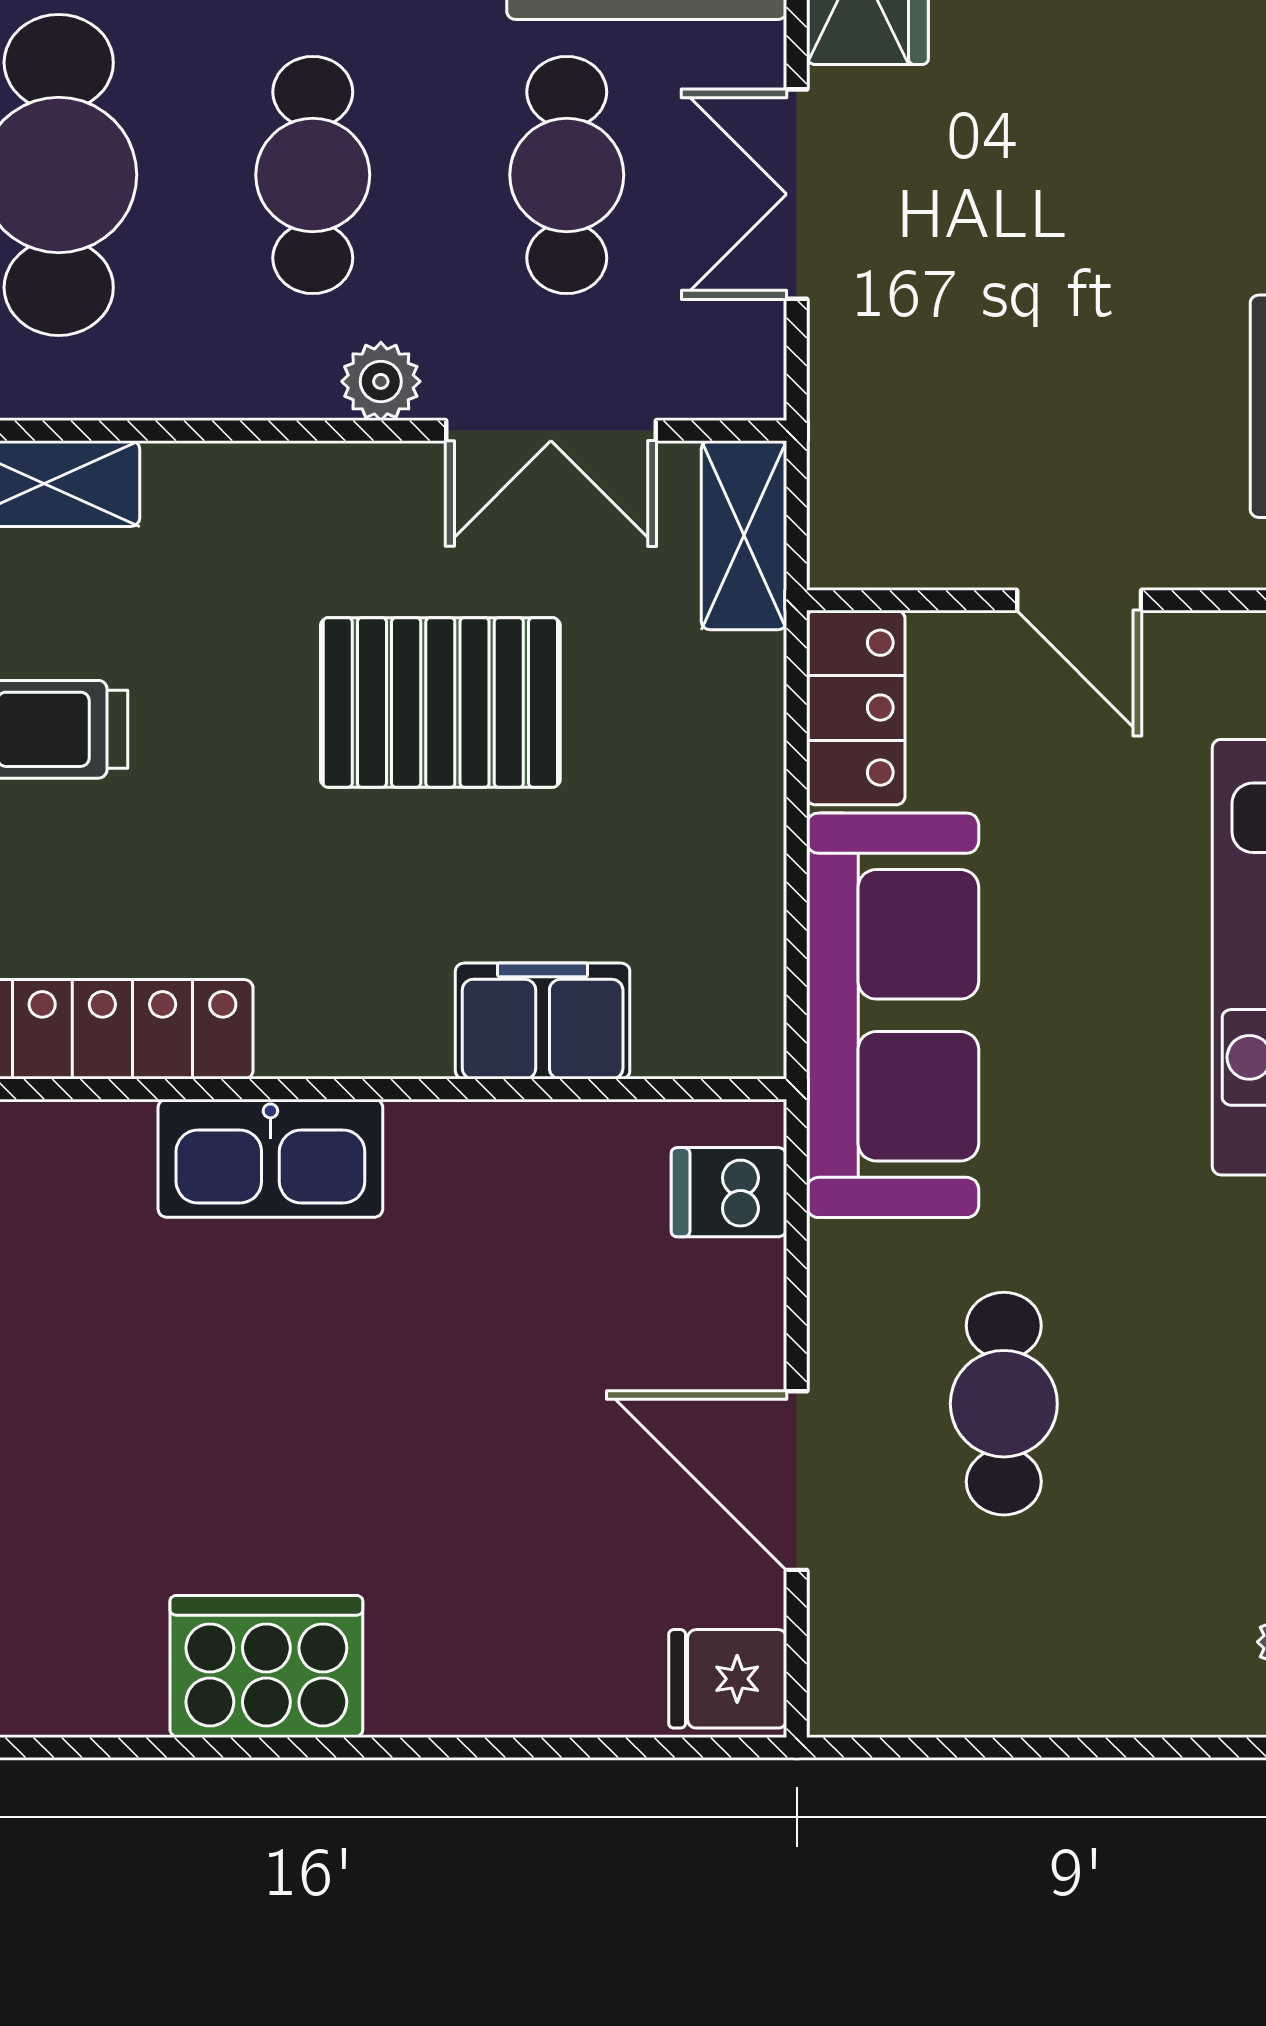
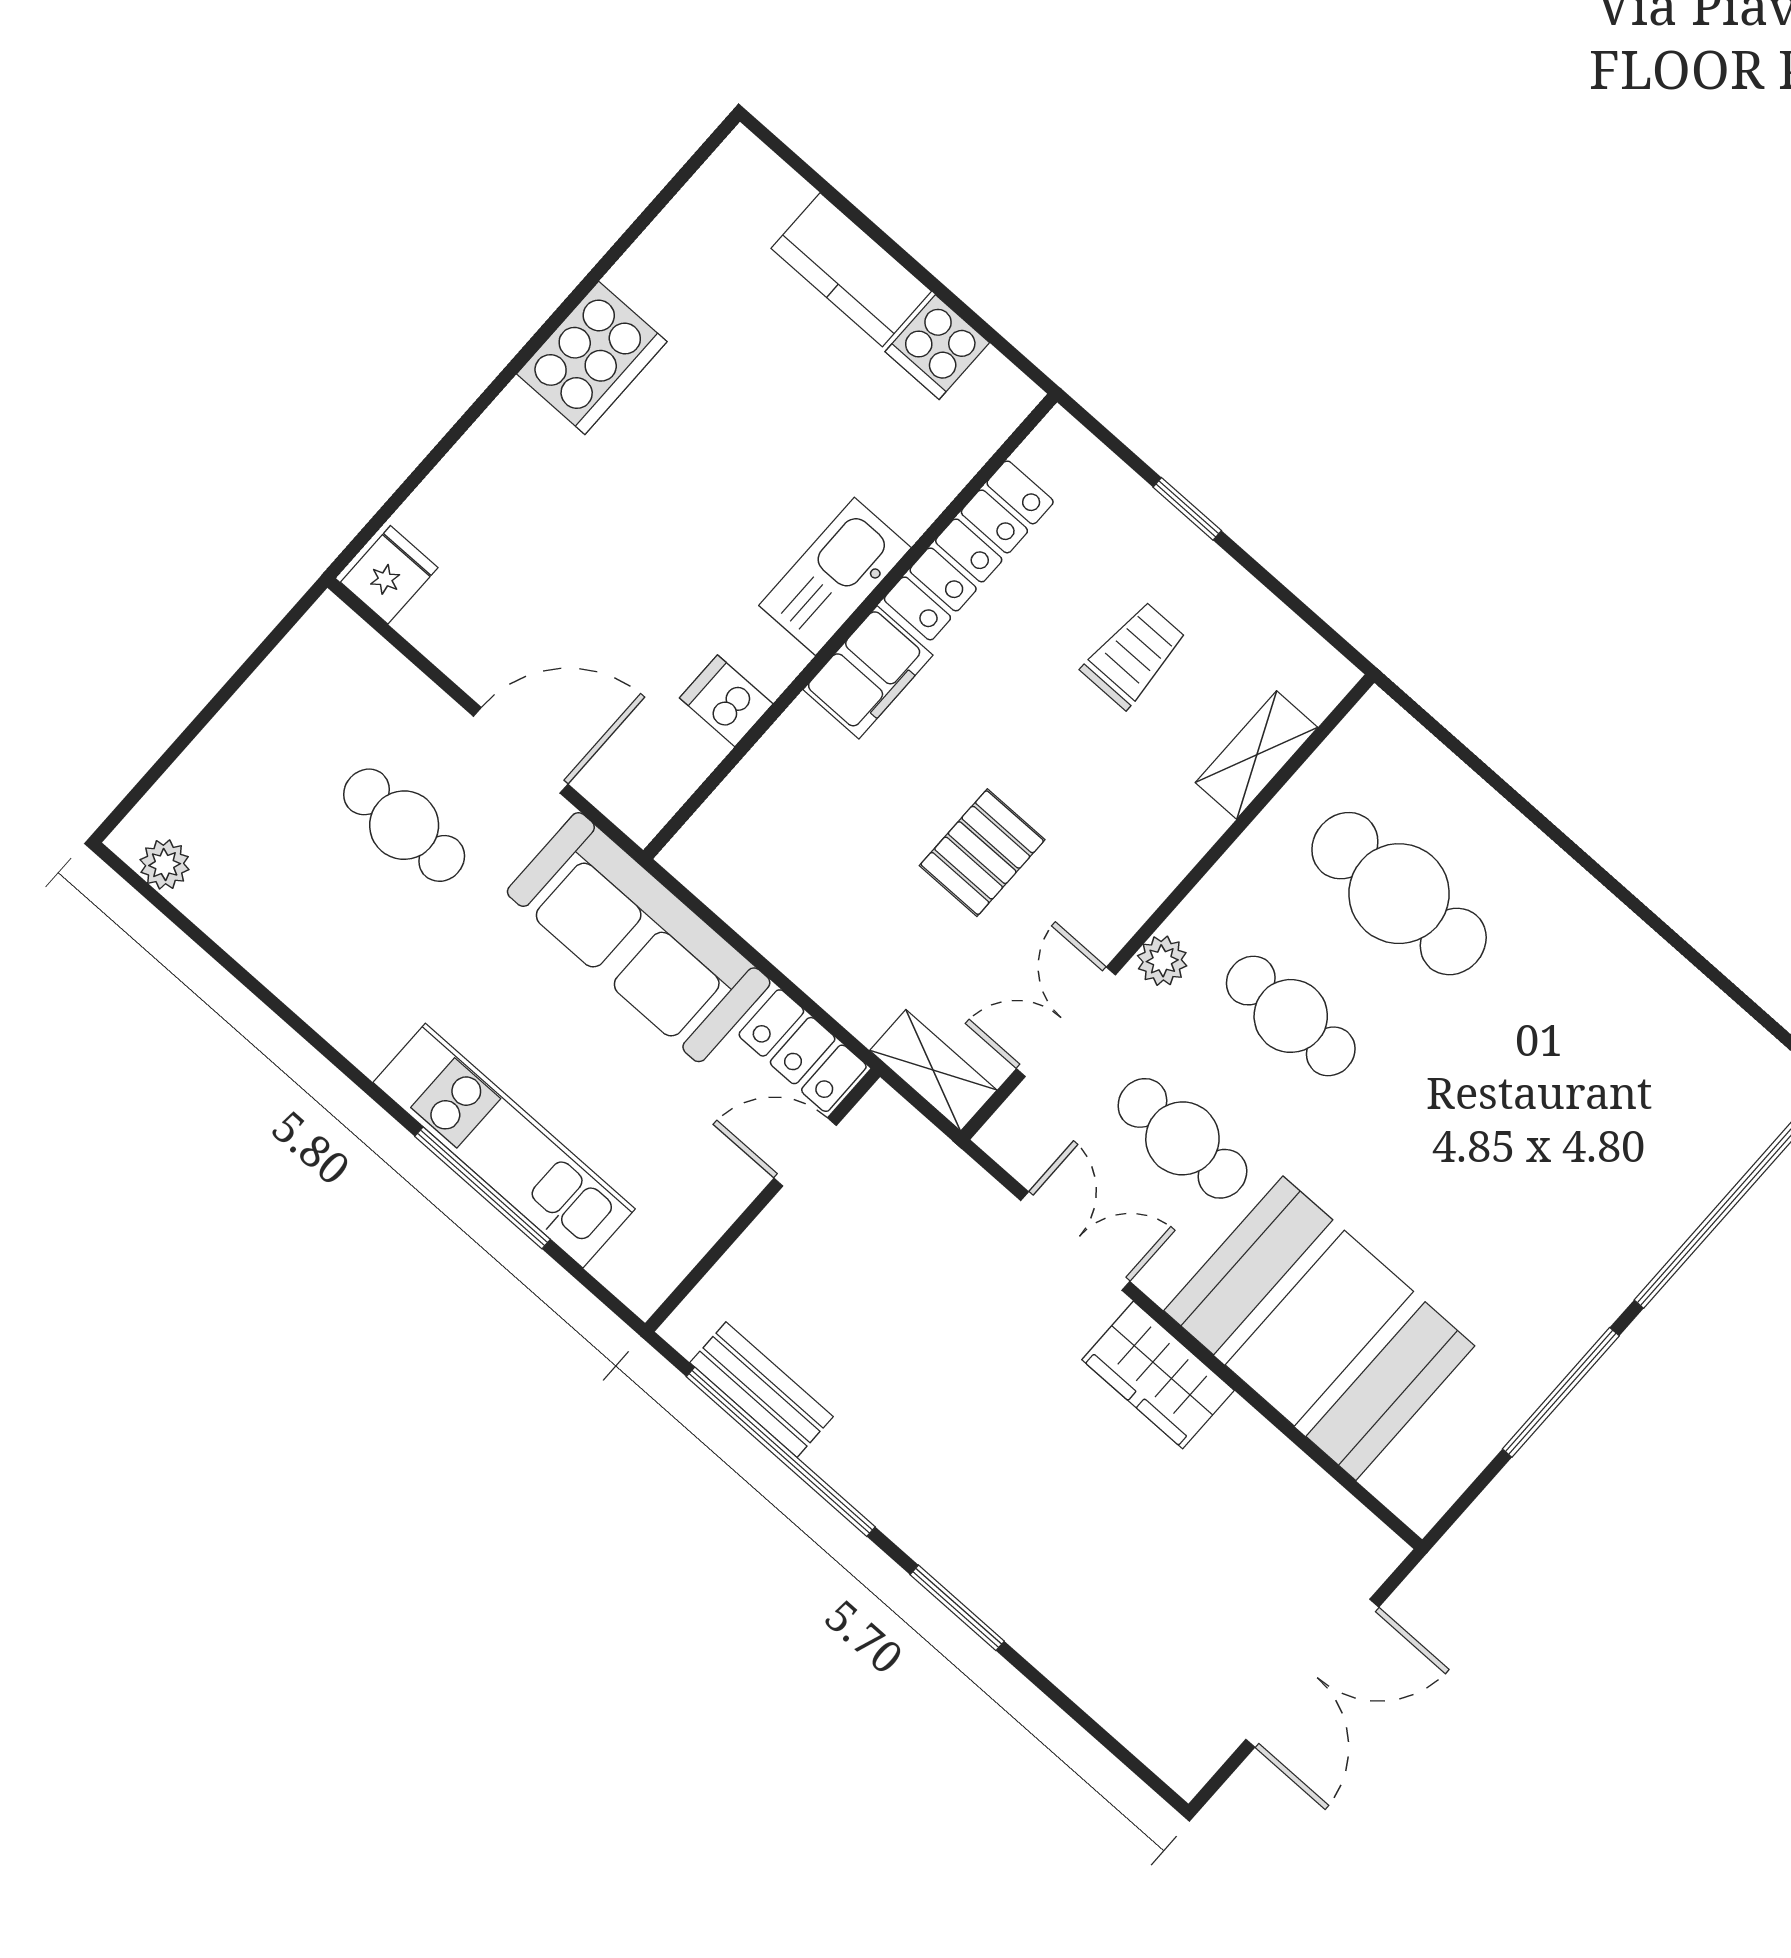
door: (1079, 600) -> (805, 1152), moved
pallet: (440, 702) -> (982, 853), width x0.67, depth x0.71
filing cabinet: (543, 1021) -> (868, 672), moved
dishwasher: (729, 1192) -> (726, 701), moved, turned -90
door: (797, 1481) -> (521, 750), moved

